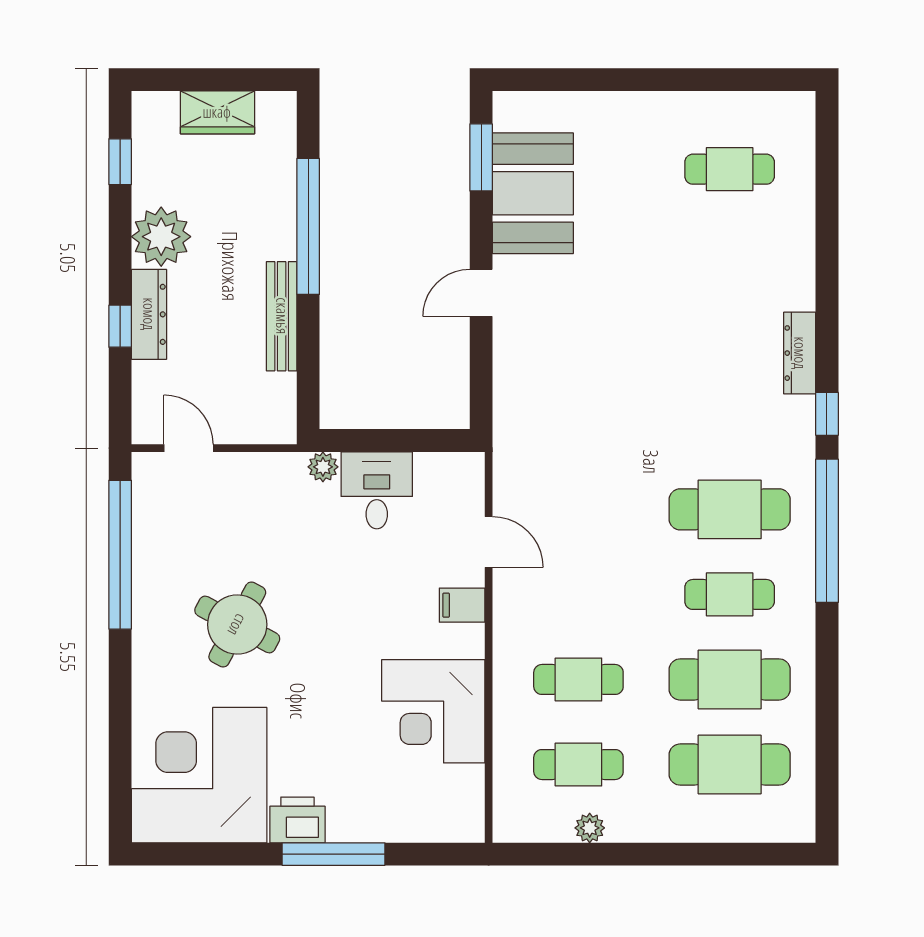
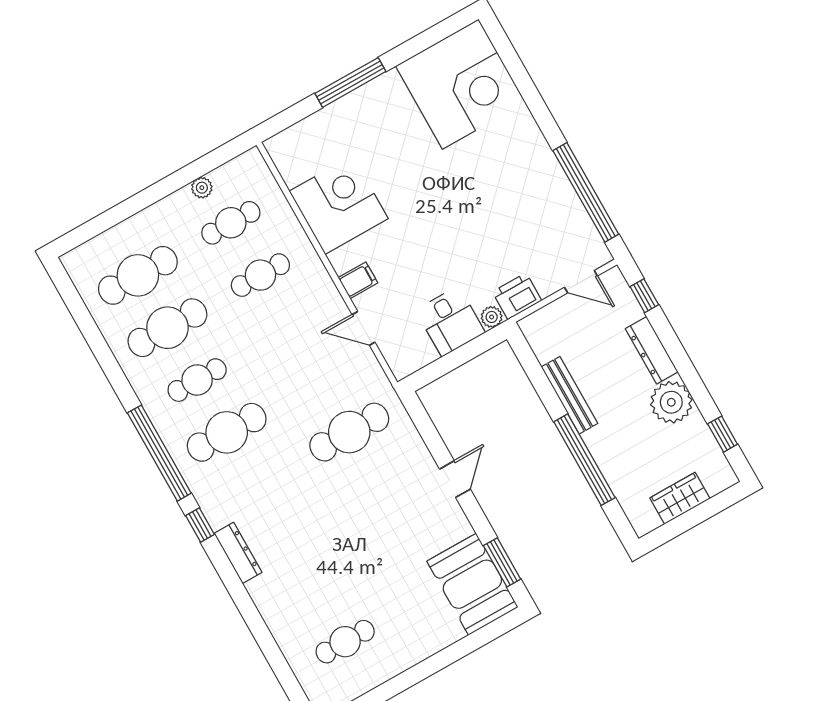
booth: (533, 193) -> (472, 584), moved
window: (120, 326) -> (644, 296), moved
cafe table: (578, 424) -> (349, 432), added
round table: (237, 625) -> (489, 190), removed
printer: (297, 820) -> (517, 296), moved, turned 180

